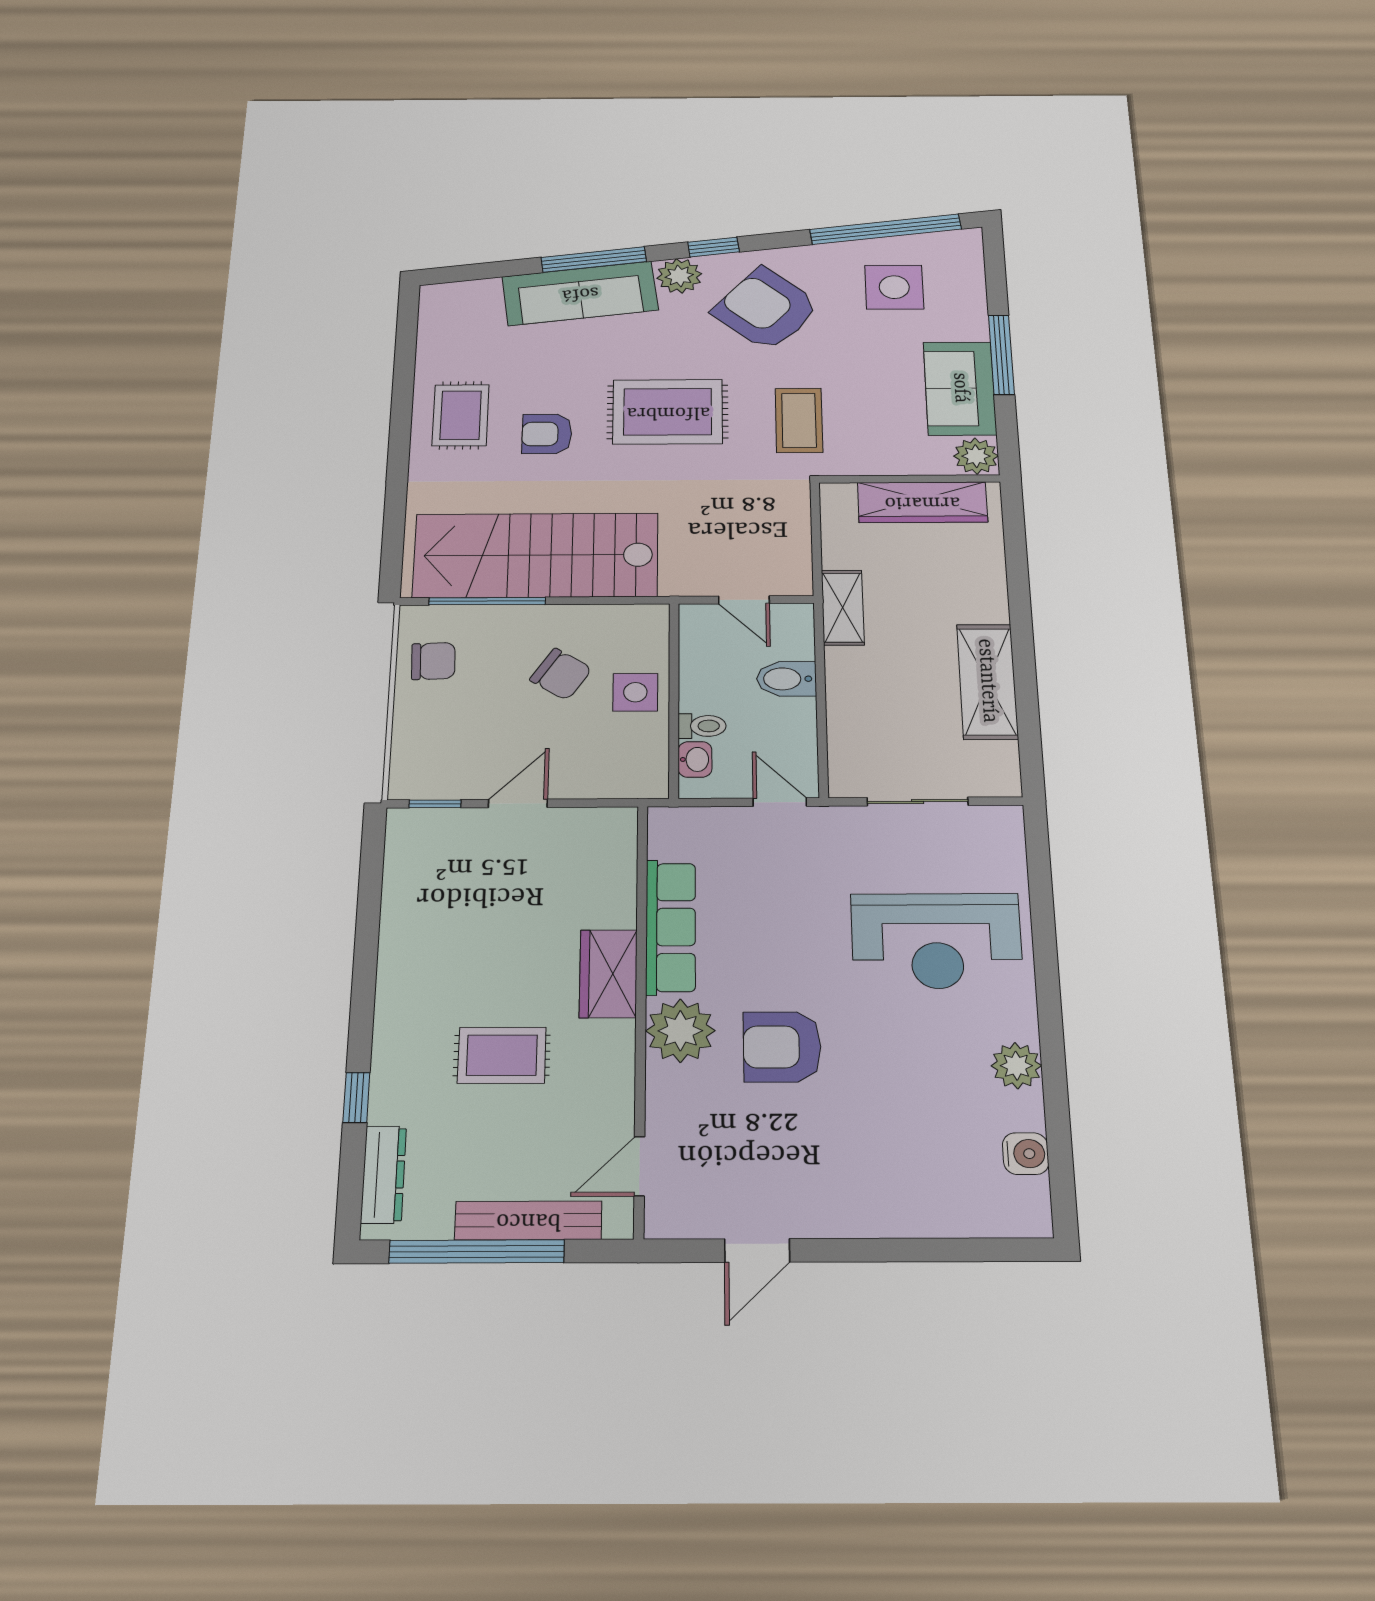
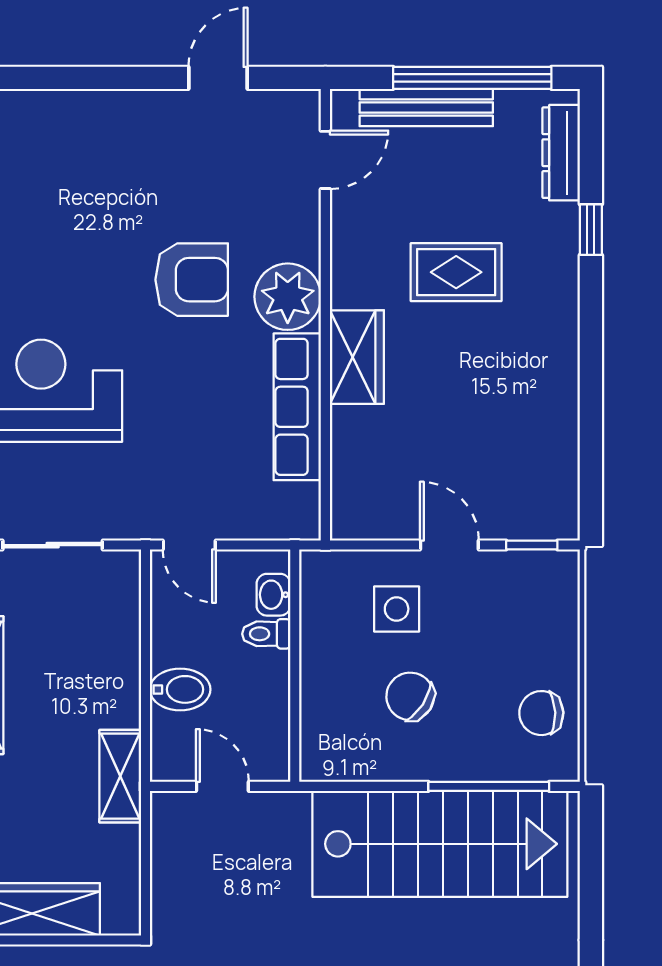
side table: (635, 692) -> (397, 609), moved
door: (518, 803) -> (449, 545), swing flipped

